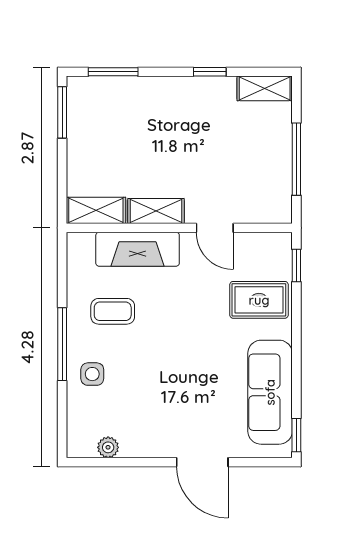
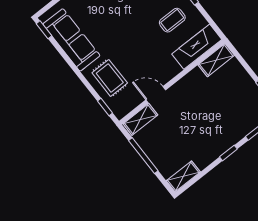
window: (210, 72) -> (228, 153), moved
shelving: (156, 211) -> (140, 119), moved
fireplace: (138, 249) -> (197, 47), moved
rug: (259, 300) -> (110, 78), turned 90

